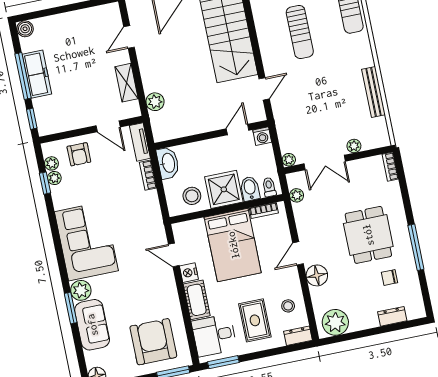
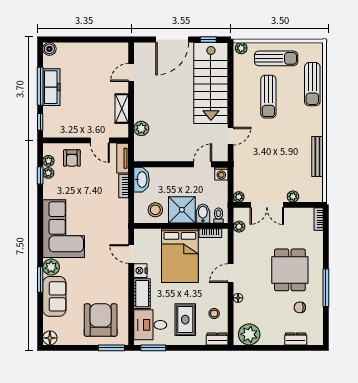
floor lamp: (317, 275) -> (238, 298), width x0.53, depth x0.53

